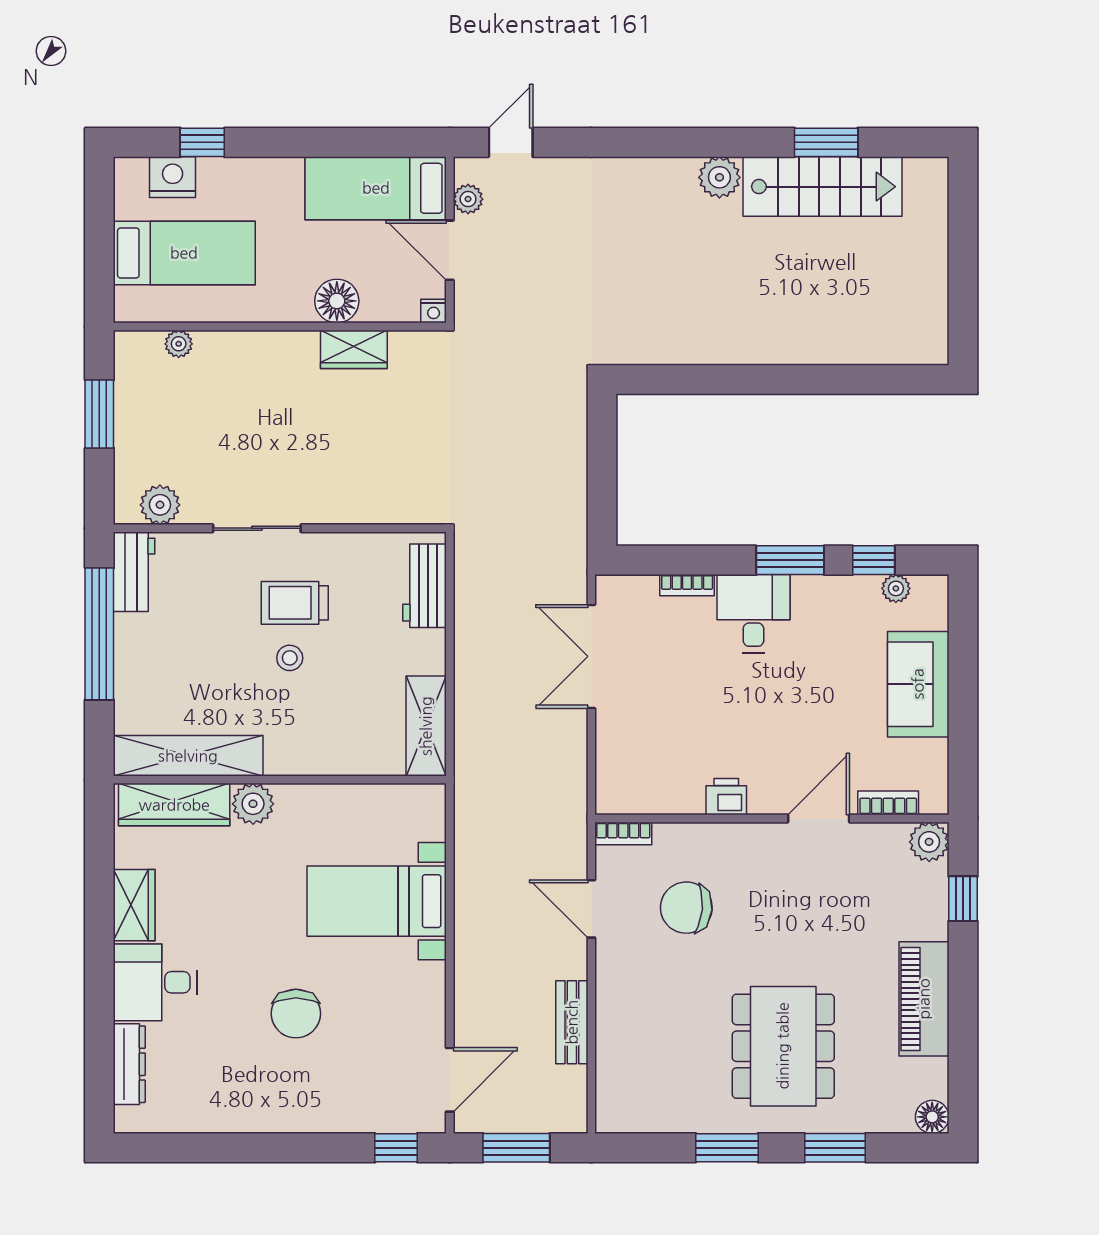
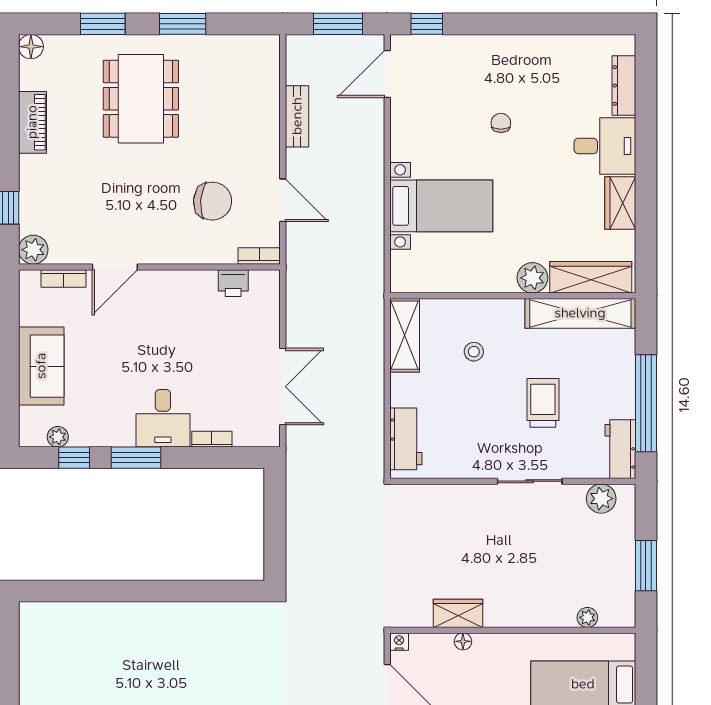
floor lamp: (337, 301) -> (463, 641), width x0.53, depth x0.53
trolley: (295, 603) -> (543, 403), moved, turned -90
stool: (290, 658) -> (474, 352), moved
printer: (726, 797) -> (233, 283), moved
piano: (924, 999) -> (32, 122), width x0.73, depth x0.75
chair: (296, 1014) -> (501, 123), width x0.54, depth x0.54

